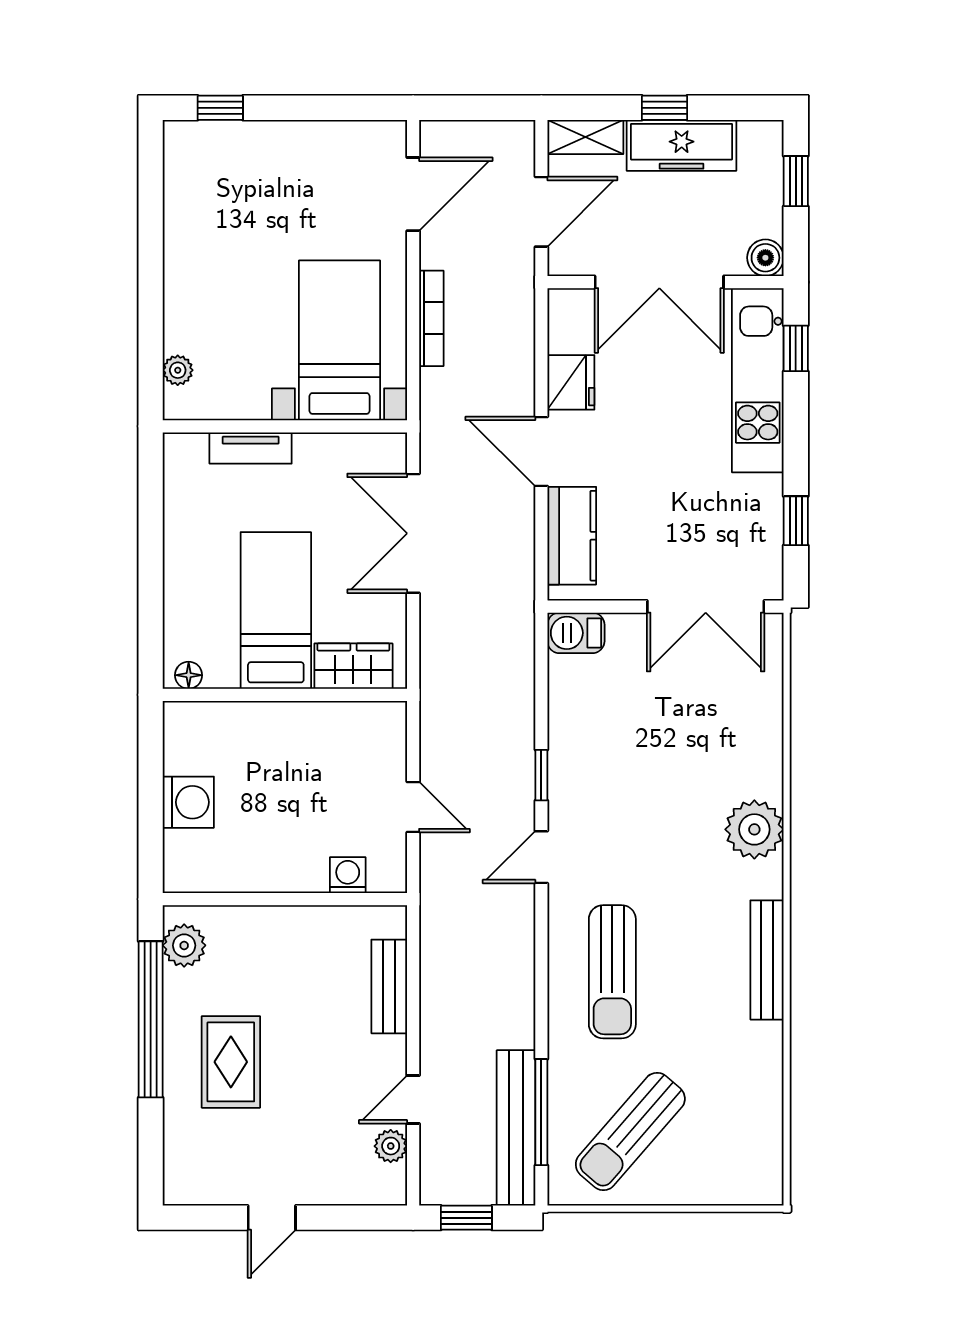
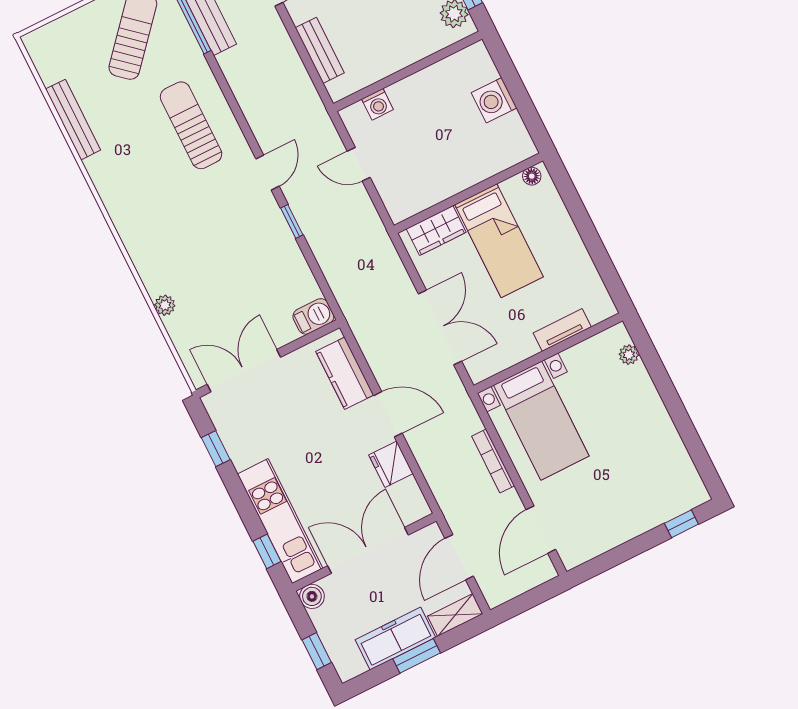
window: (665, 108) -> (417, 656), width x1.50
plant: (754, 829) -> (165, 305), moved, width x0.53, depth x0.53
bench: (767, 960) -> (73, 120), moved

